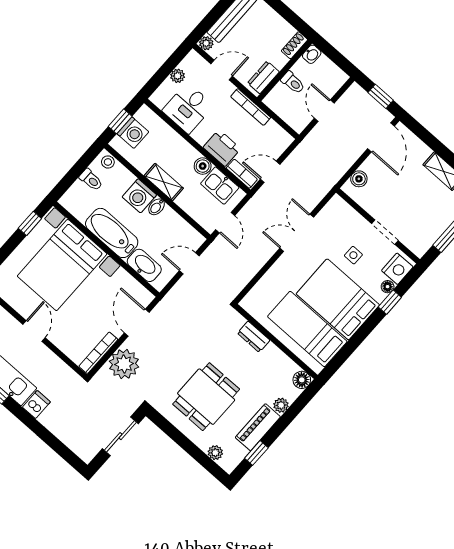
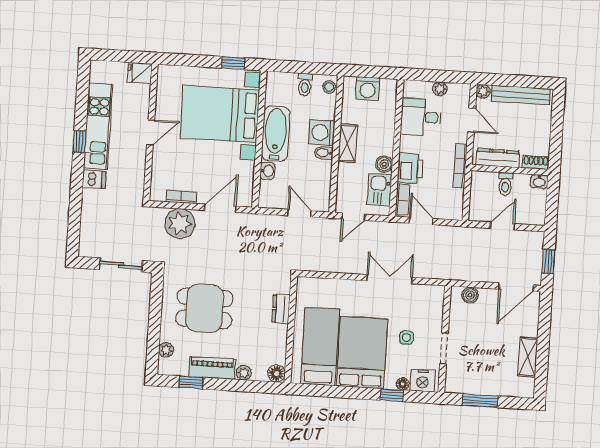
dresser: (263, 77) -> (498, 158), width x1.44
window: (120, 121) -> (369, 72), removed
washbasin: (144, 265) -> (267, 171), width x0.52, depth x0.69
bookcase: (98, 353) -> (181, 197), width x0.64

